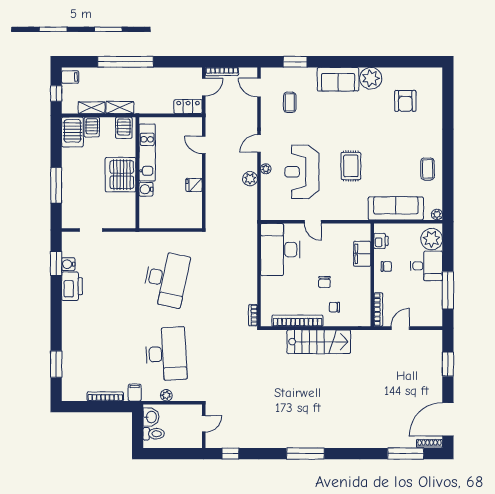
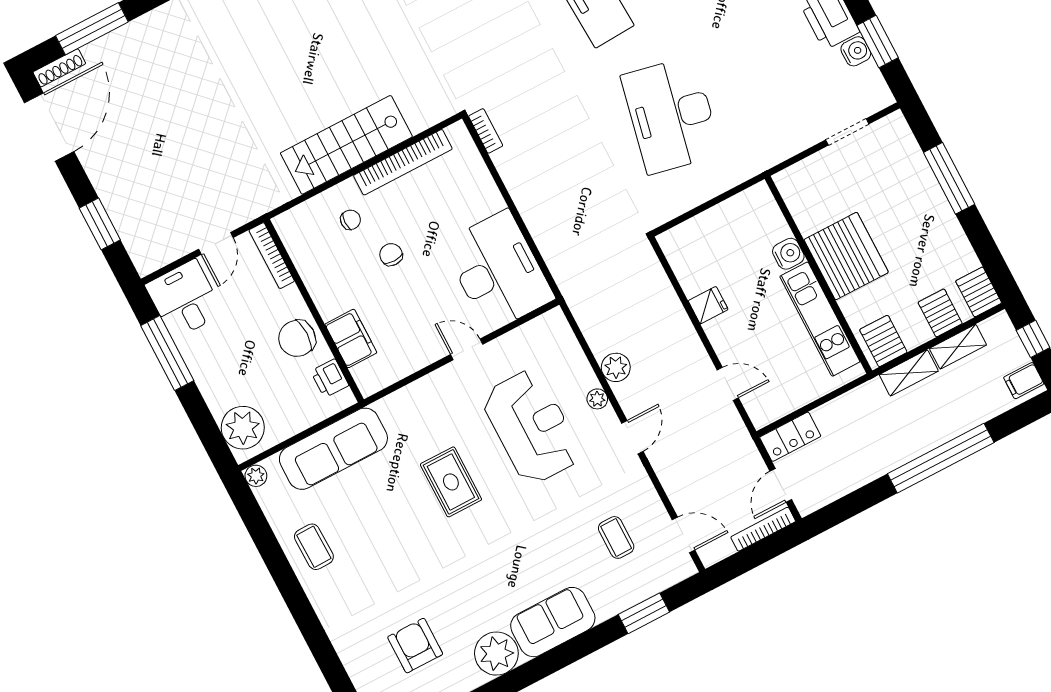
server rack: (72, 132) -> (979, 292), width x0.73, depth x0.70
chair: (386, 266) -> (297, 338), width x1.87, depth x1.87
desk: (426, 266) -> (184, 299), moved, turned 90

